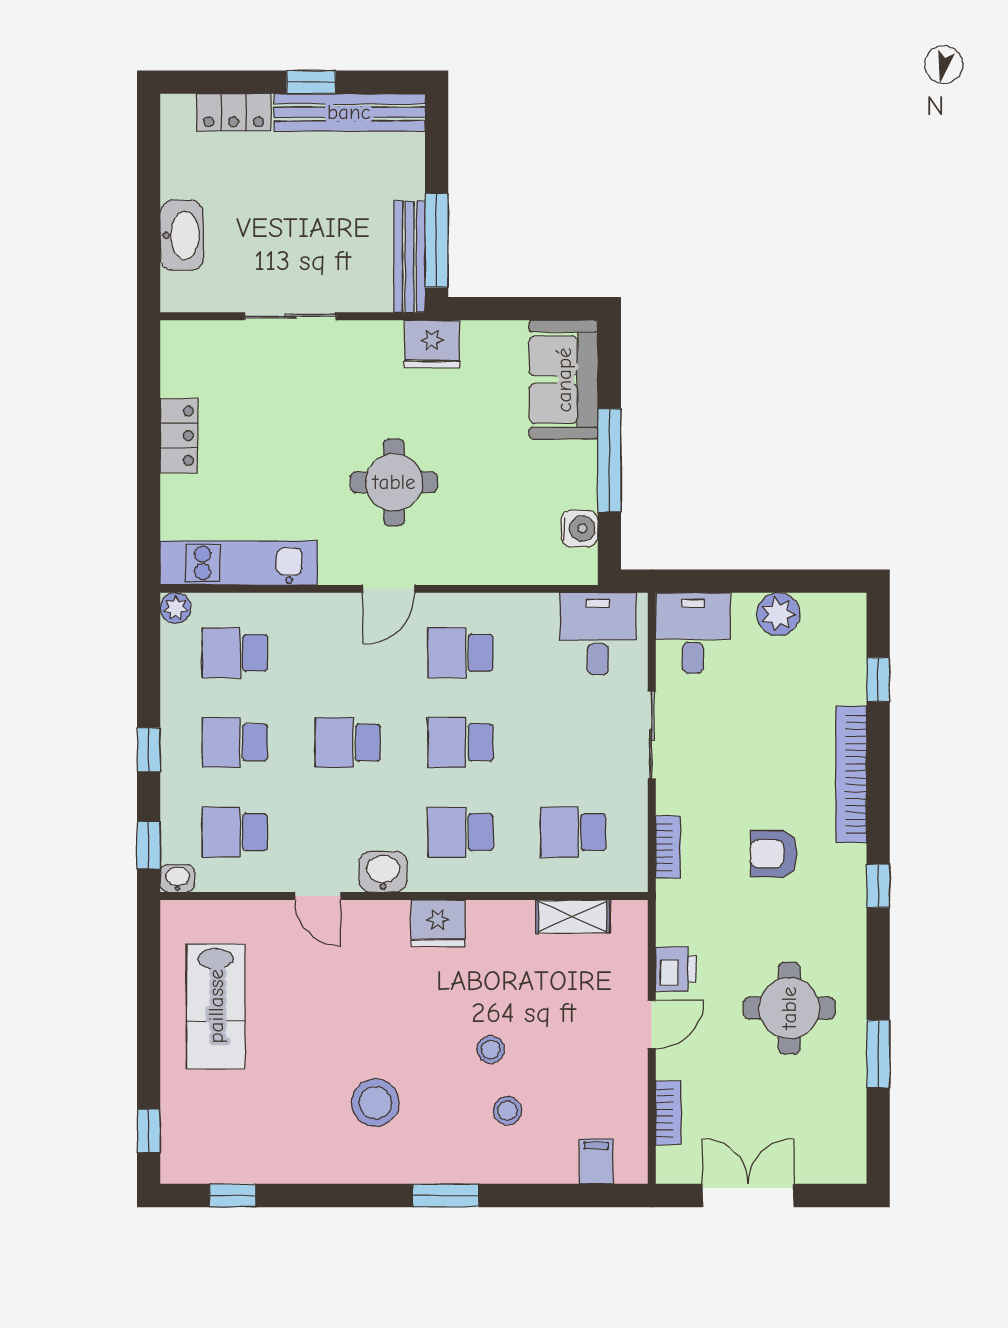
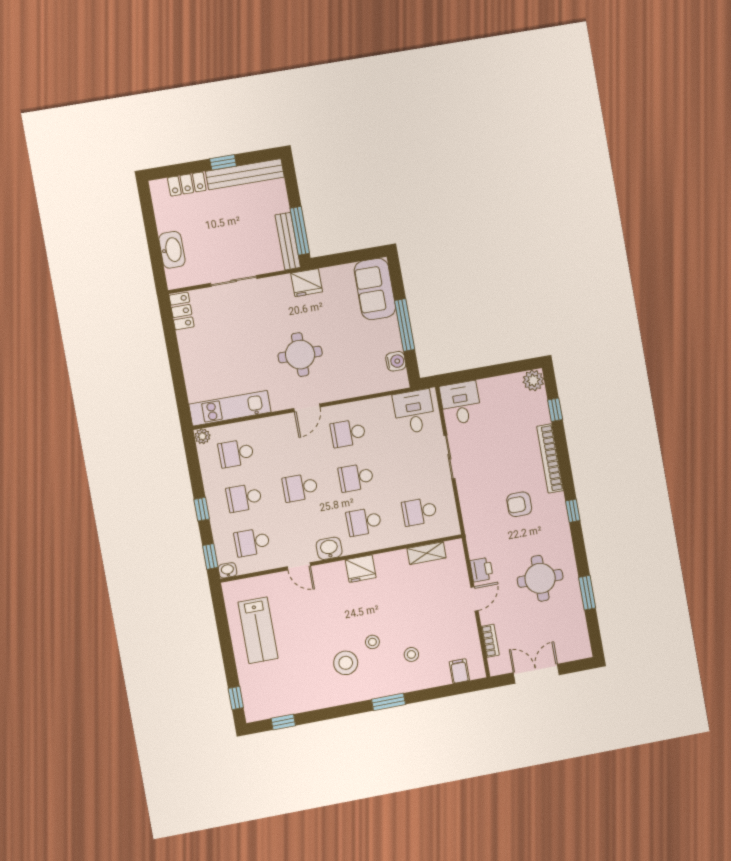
locker: (179, 436) -> (182, 311), moved
plant: (778, 614) -> (533, 380), moved
bookcase: (668, 847) -> (467, 510), removed
stool: (491, 1050) -> (372, 642), moved

